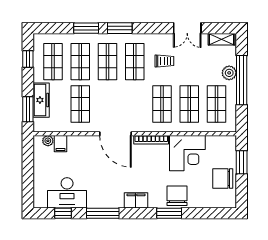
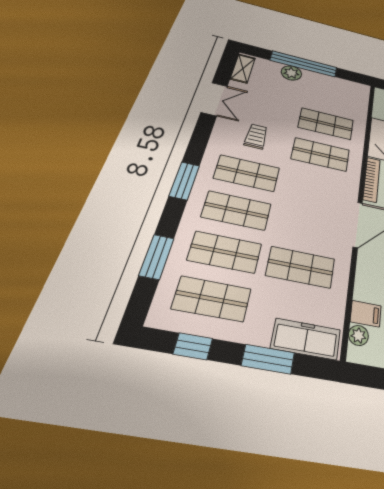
window: (86, 28) -> (157, 257), moved
freezer: (41, 100) -> (306, 339), moved
shop shelf: (216, 104) -> (331, 96), removed
window: (28, 109) -> (268, 359), moved

